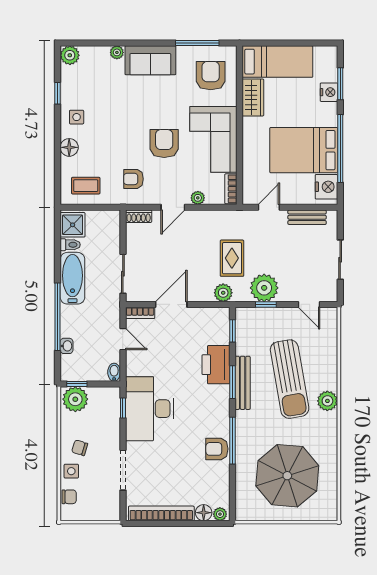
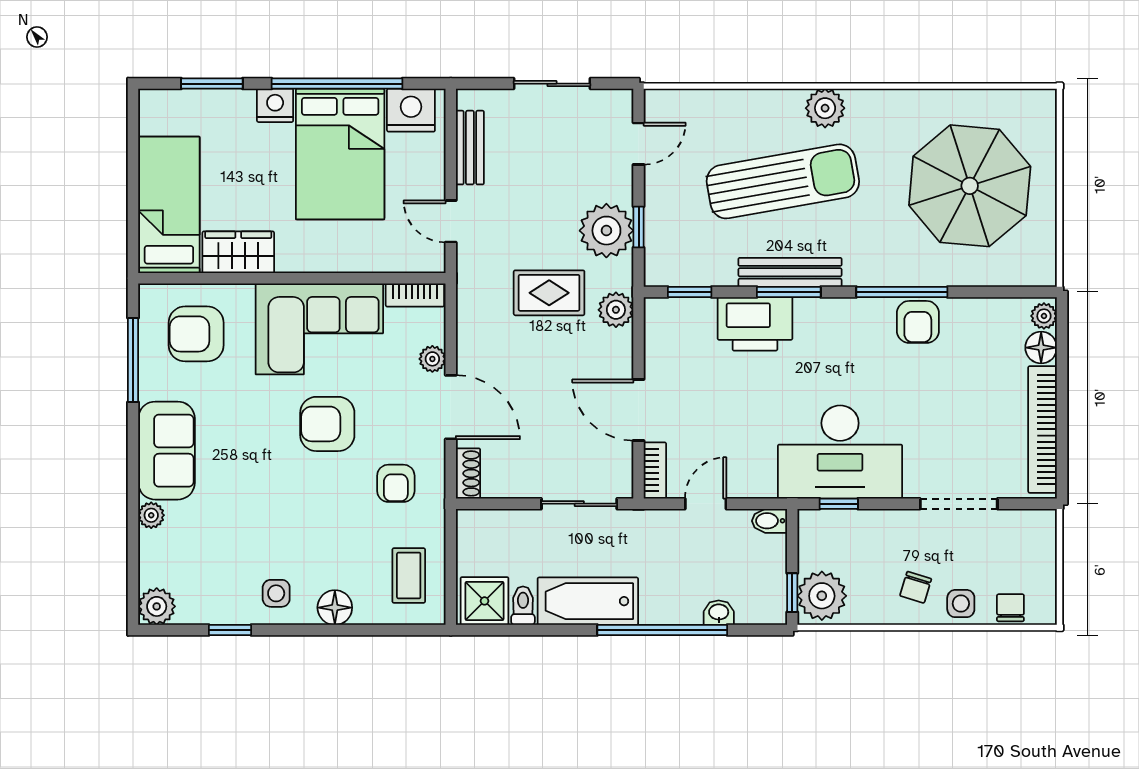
nightstand: (329, 92) -> (275, 105), moved
door: (173, 207) -> (451, 407), width x1.38

